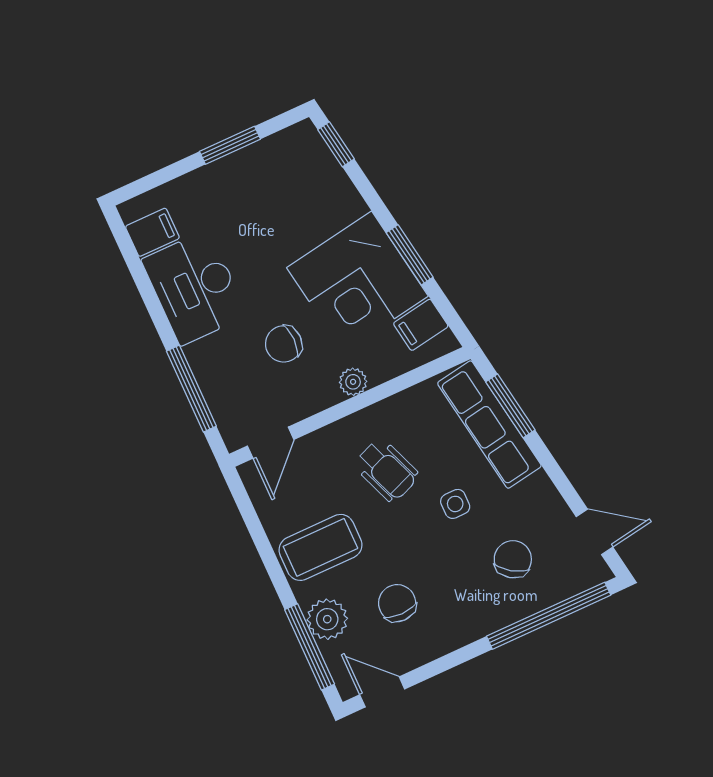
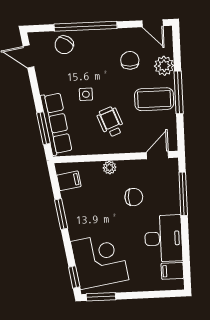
window: (230, 145) -> (101, 297), moved
corner desk: (357, 282) -> (100, 261), moved
chair: (513, 559) -> (64, 45), moved
chair: (397, 603) -> (130, 60), turned 180
window: (549, 616) -> (86, 26), moved
window: (310, 647) -> (179, 92), moved

